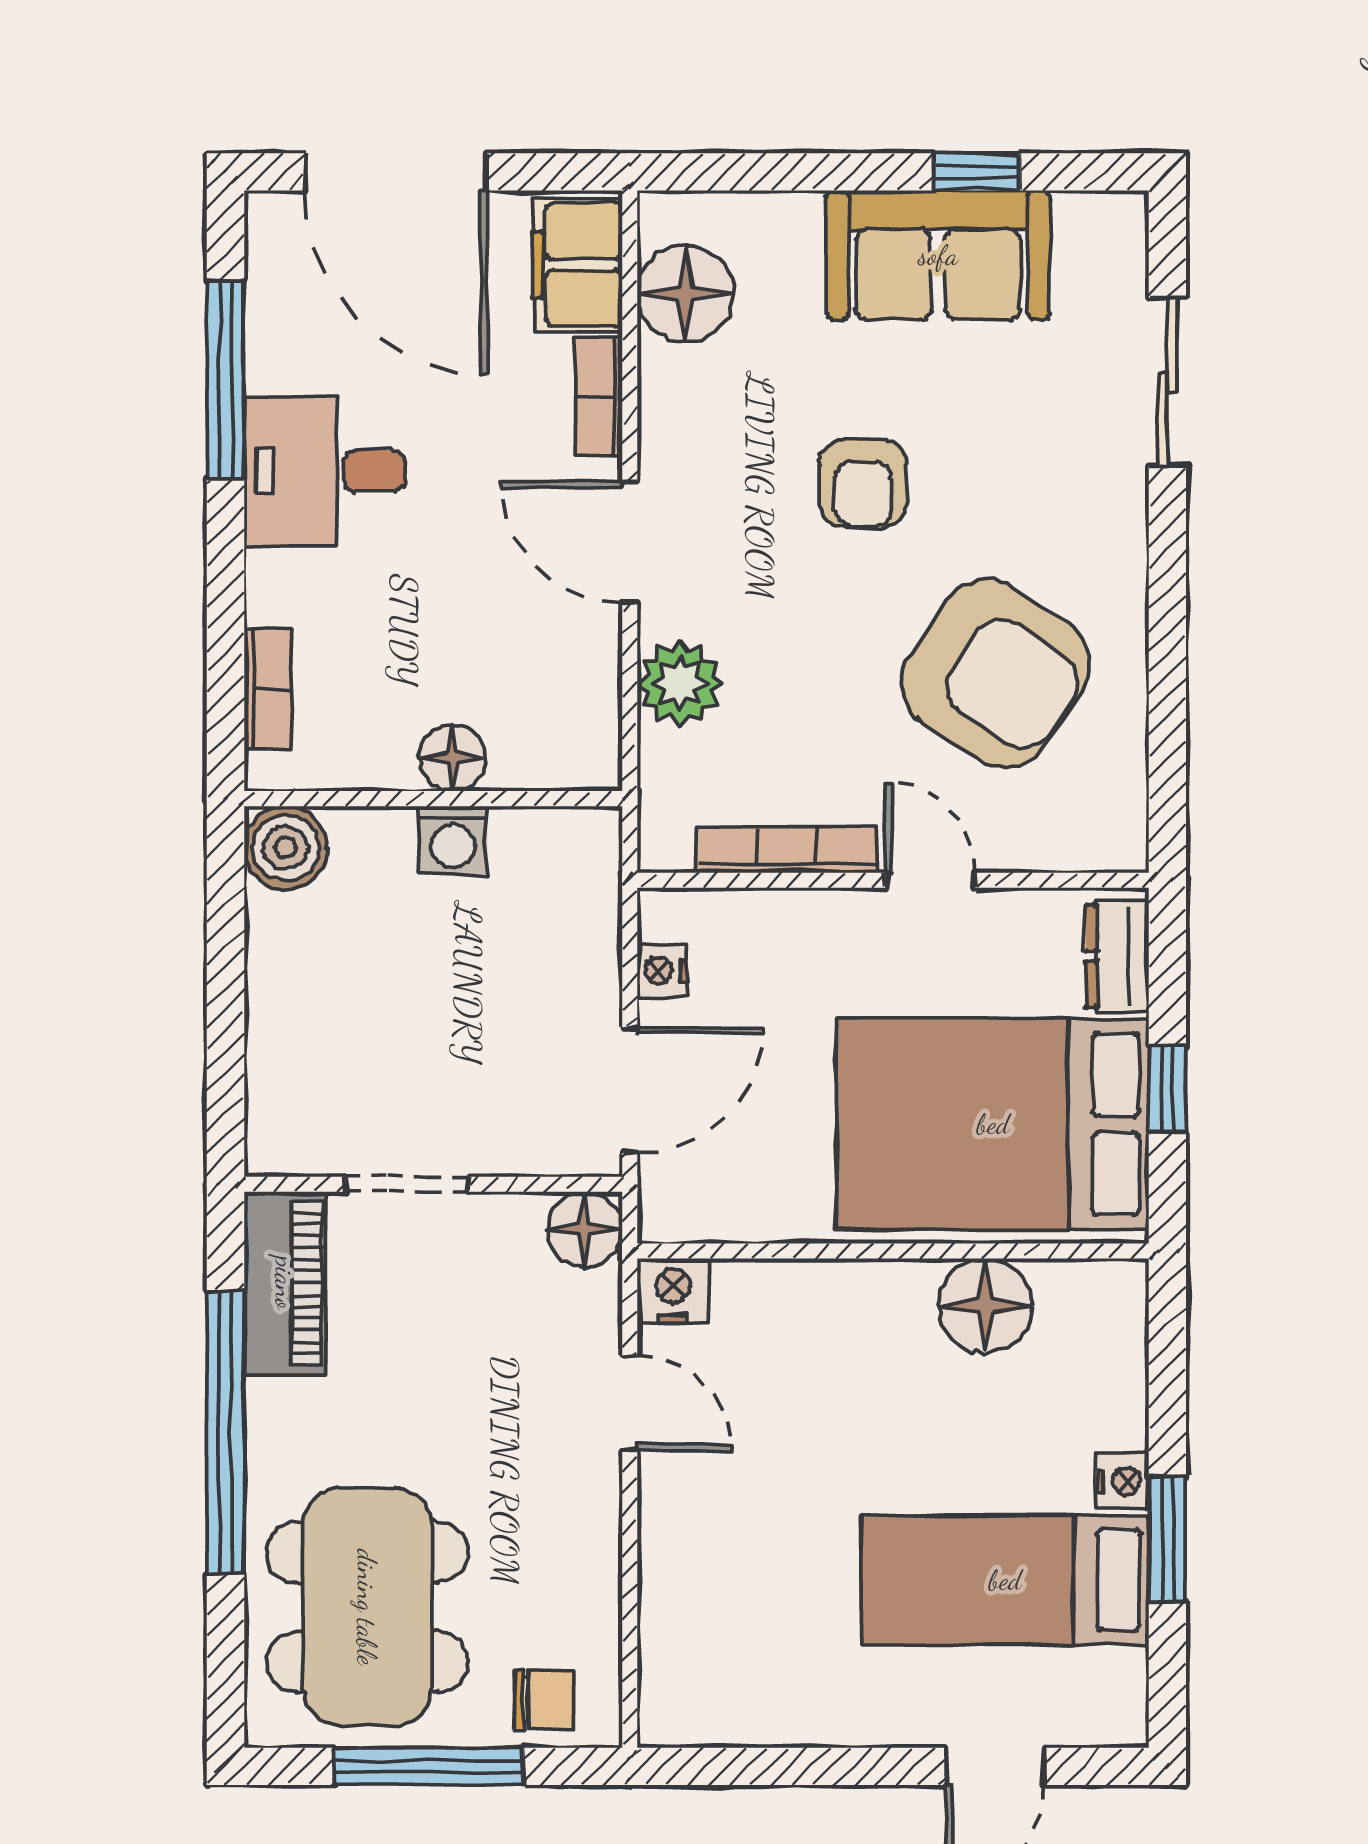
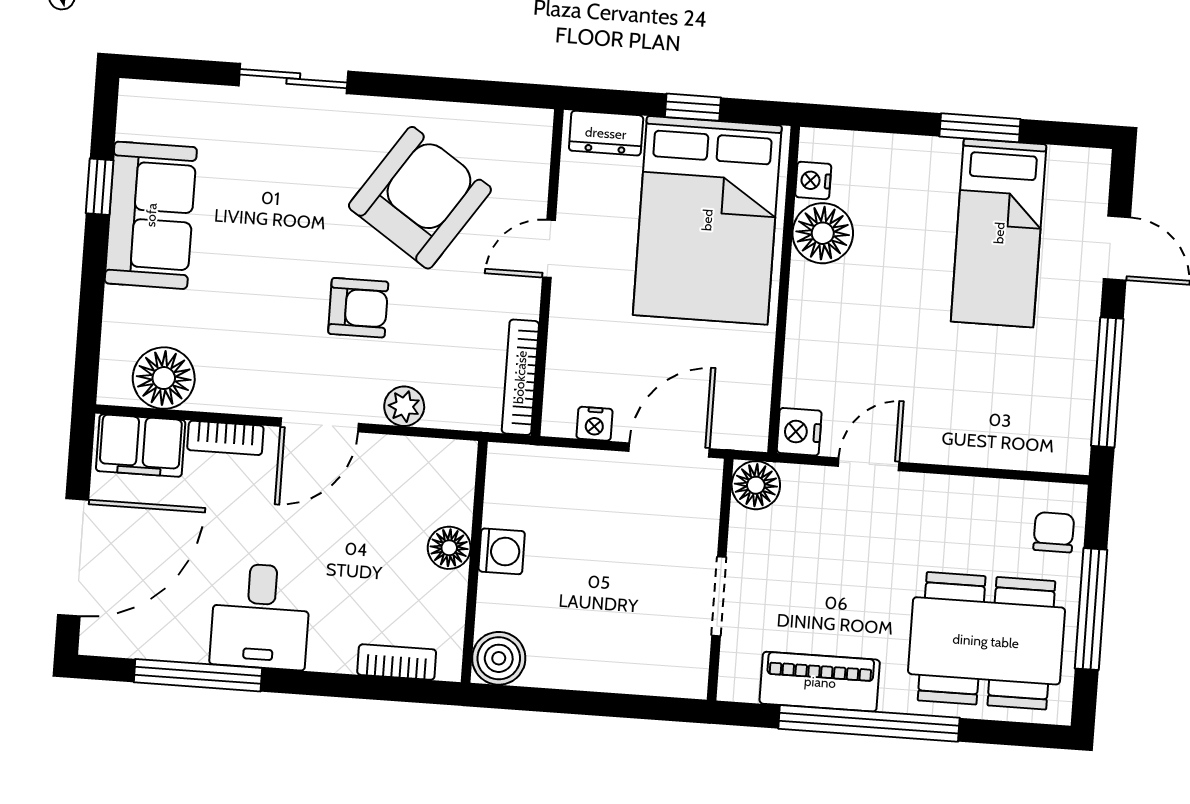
sliding door: (1167, 382) -> (293, 79), moved
armchair: (863, 483) -> (358, 308), moved
plant: (680, 683) -> (404, 406), width x0.73, depth x0.73
bookcase: (786, 850) -> (520, 377), moved
door: (630, 1090) -> (669, 450), hinge flipped
piano: (285, 1283) -> (820, 682), moved
nightstand: (1122, 1481) -> (813, 180), moved, turned -90
window: (784, 1766) -> (1107, 382), added

